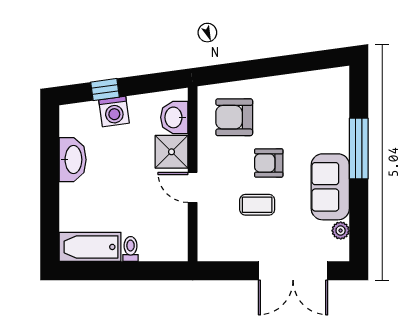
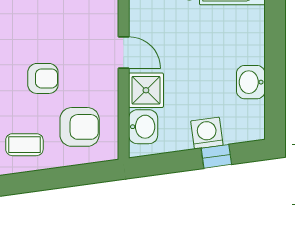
washbasin: (73, 160) -> (251, 82), width x0.72
coffee table: (257, 205) -> (24, 145), moved

